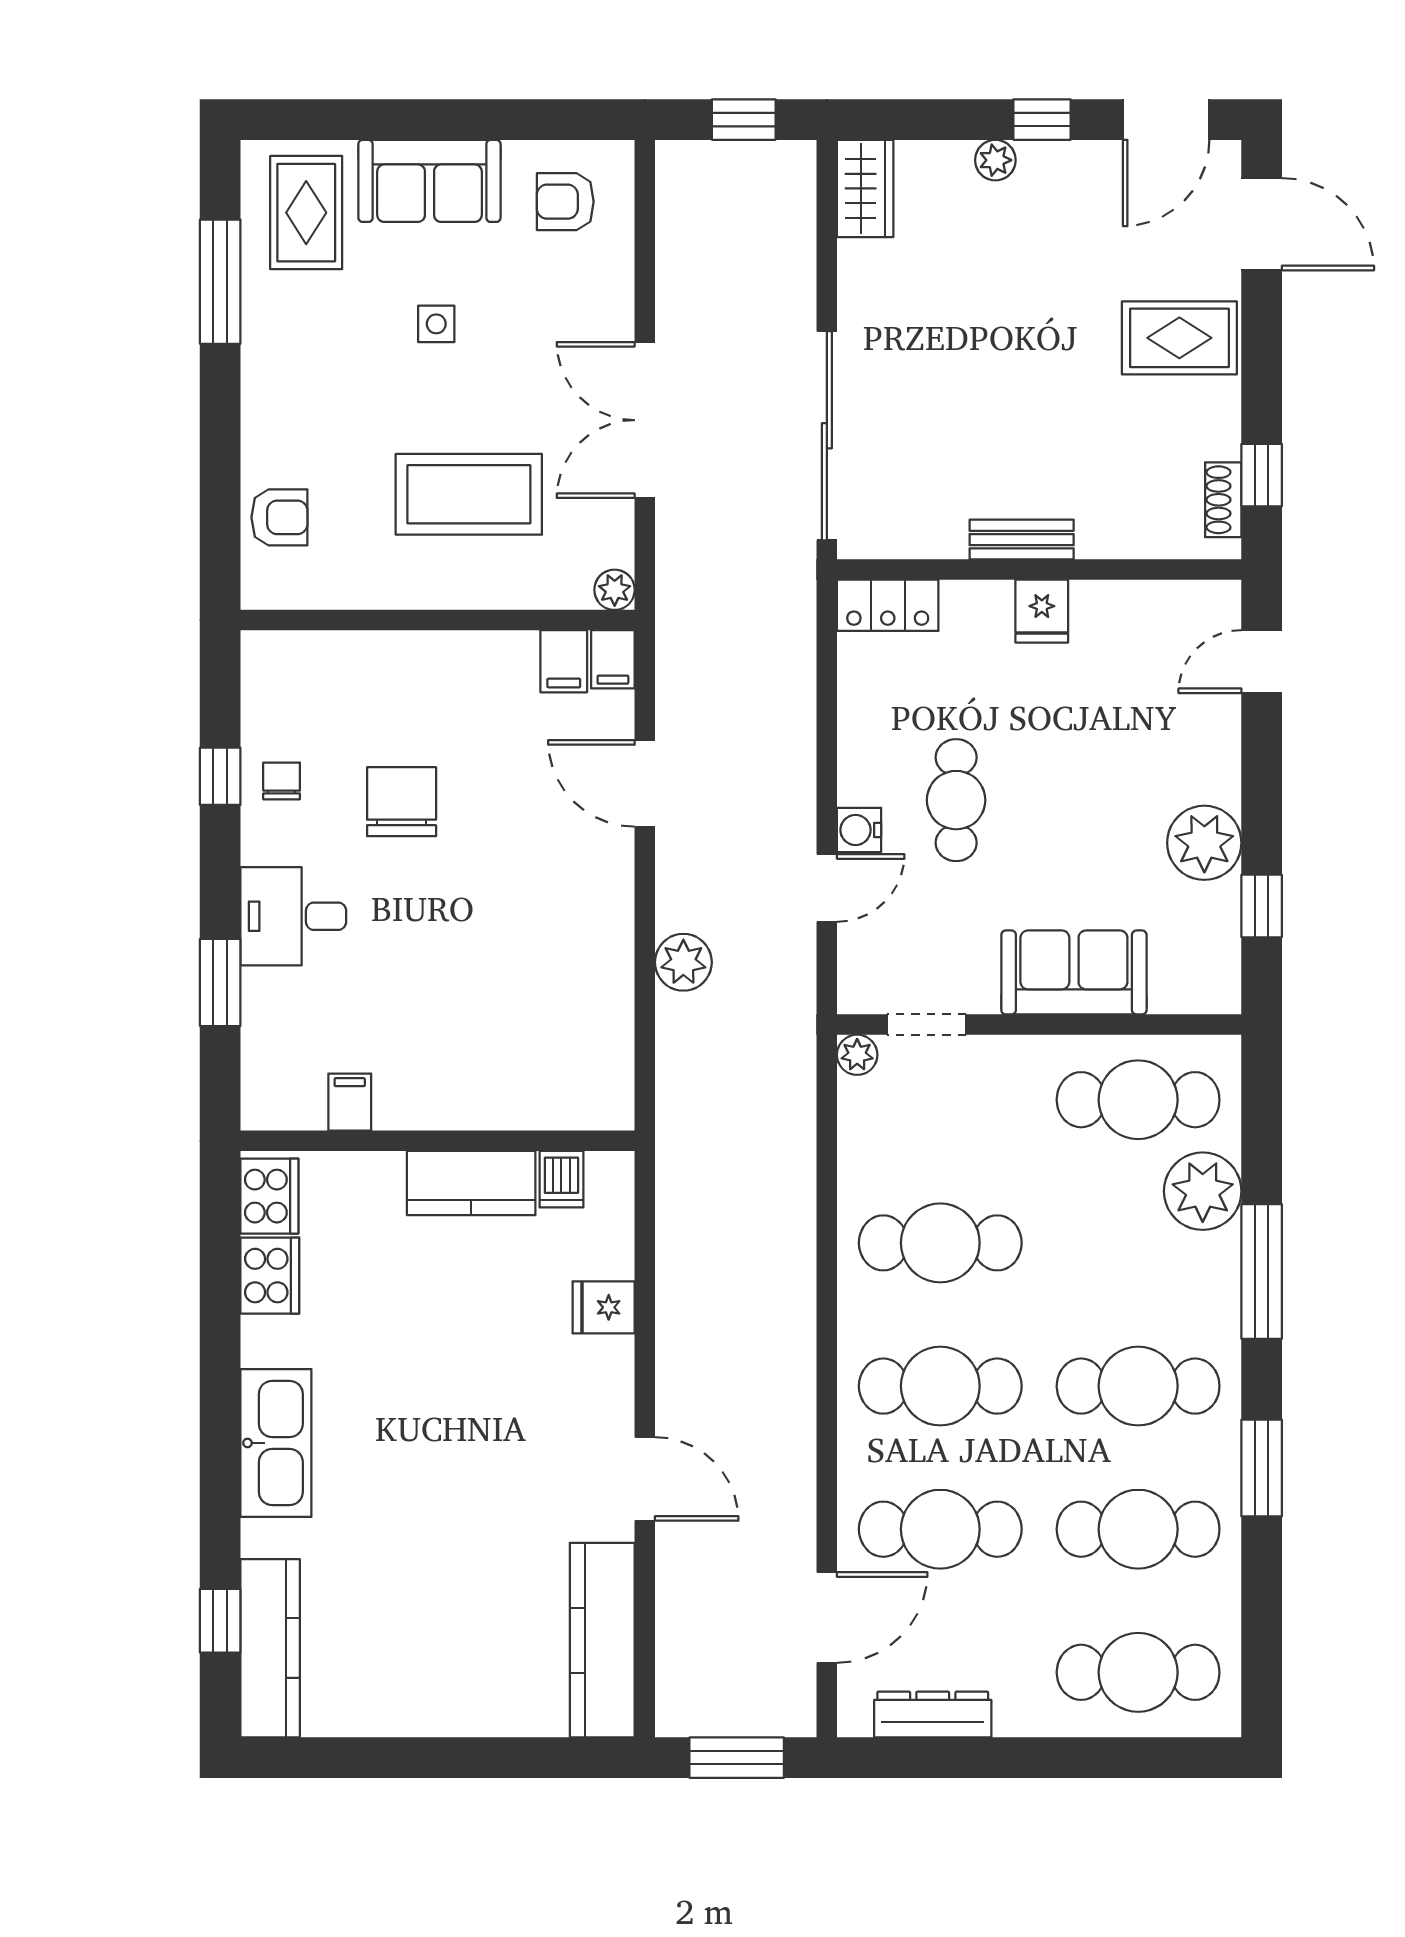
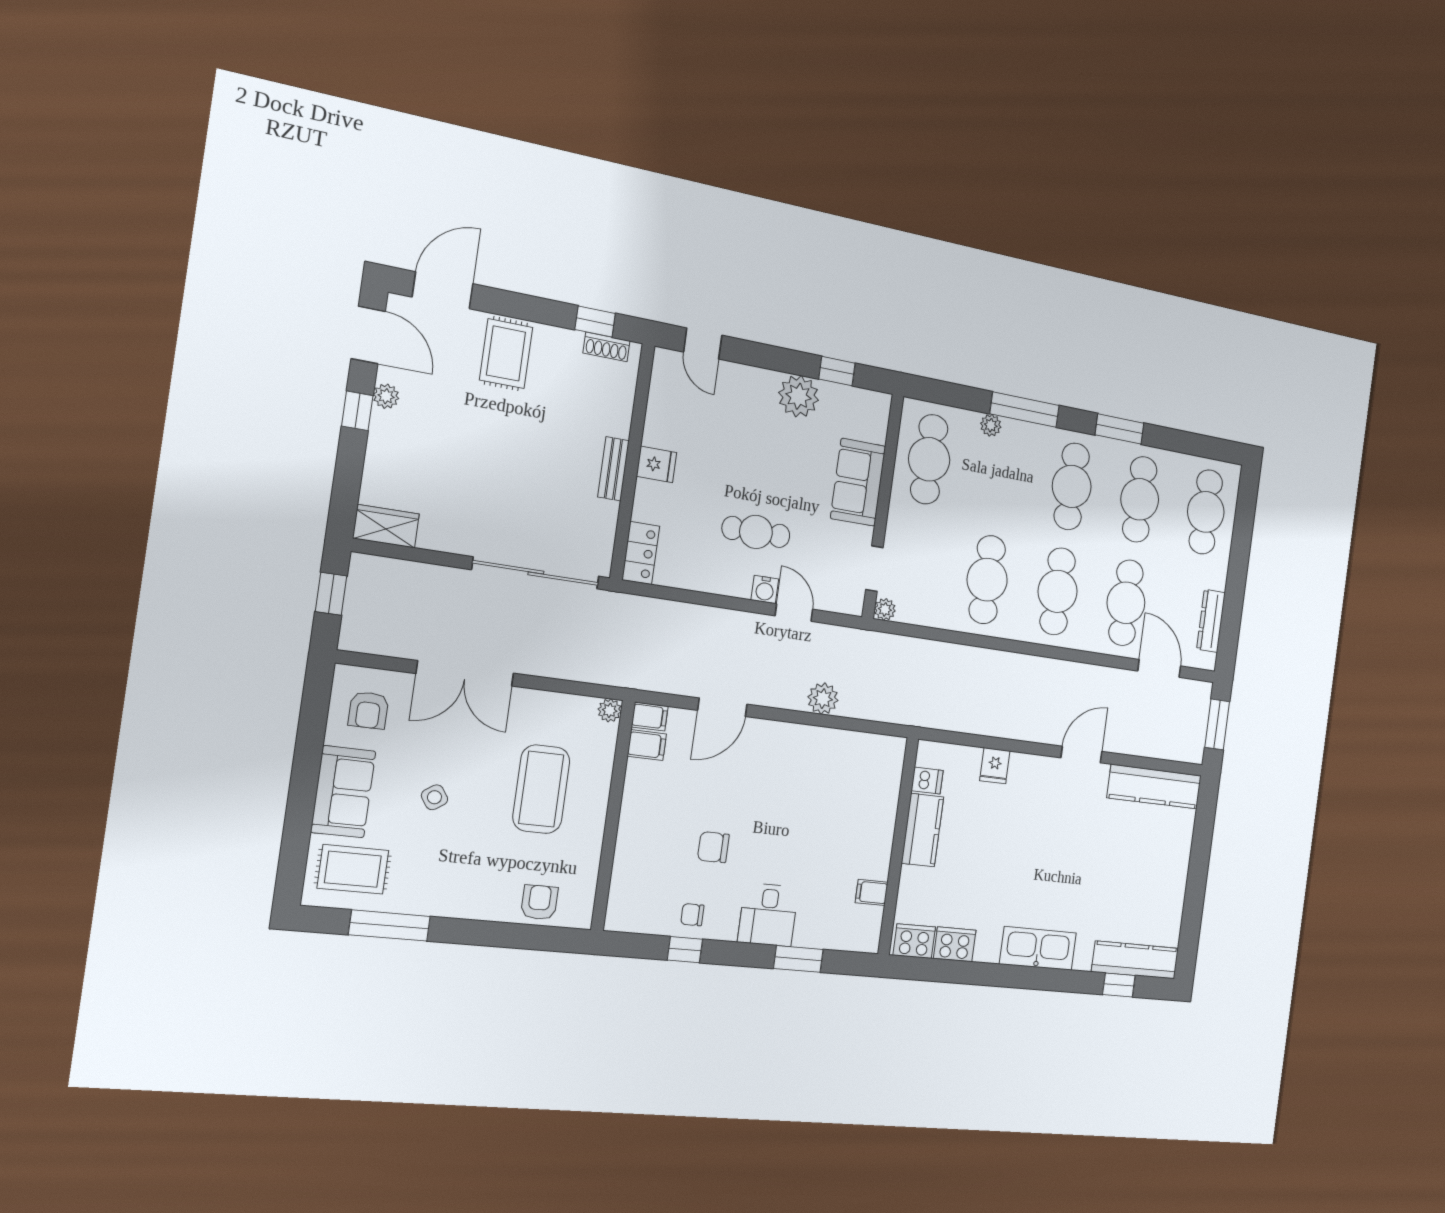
plant: (995, 160) -> (386, 396), moved
side table: (436, 324) -> (434, 797), turned -34
double door: (645, 420) -> (465, 673), moved
chair: (402, 802) -> (713, 847), width x0.73, depth x0.73
plant: (1203, 1191) -> (991, 425), width x0.53, depth x0.53

